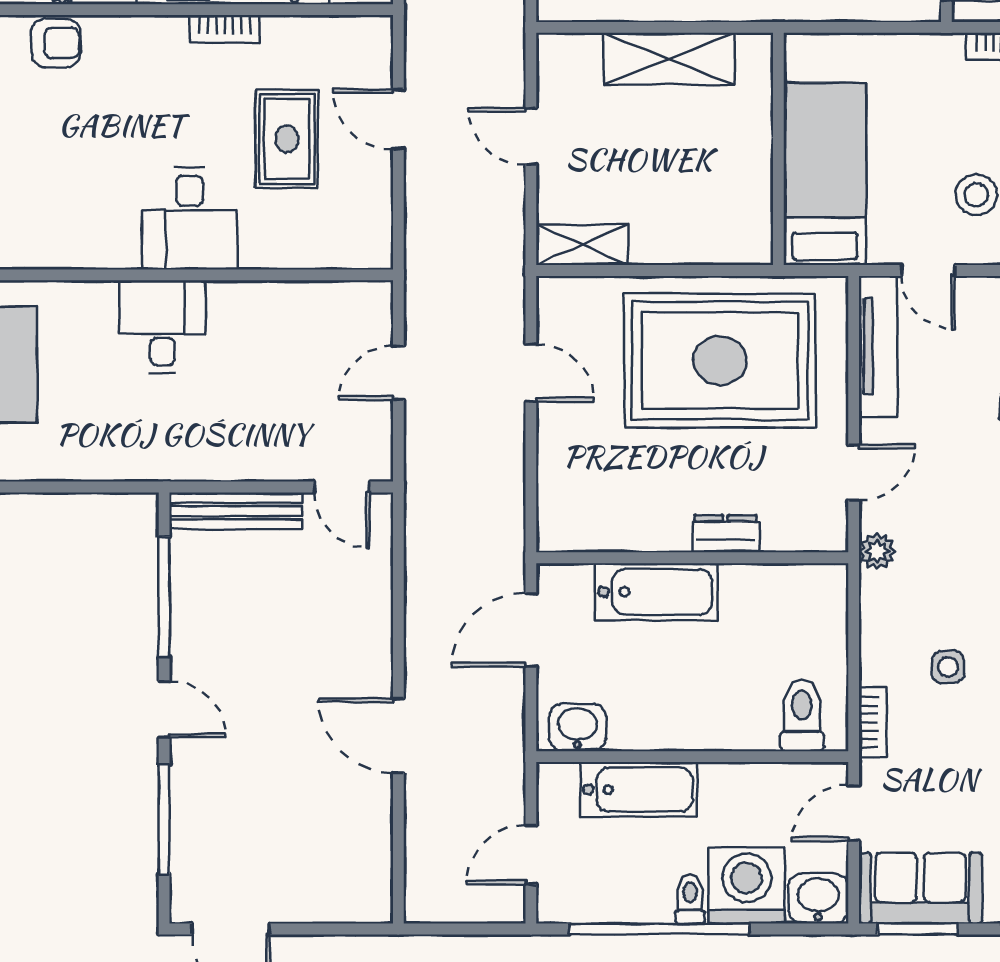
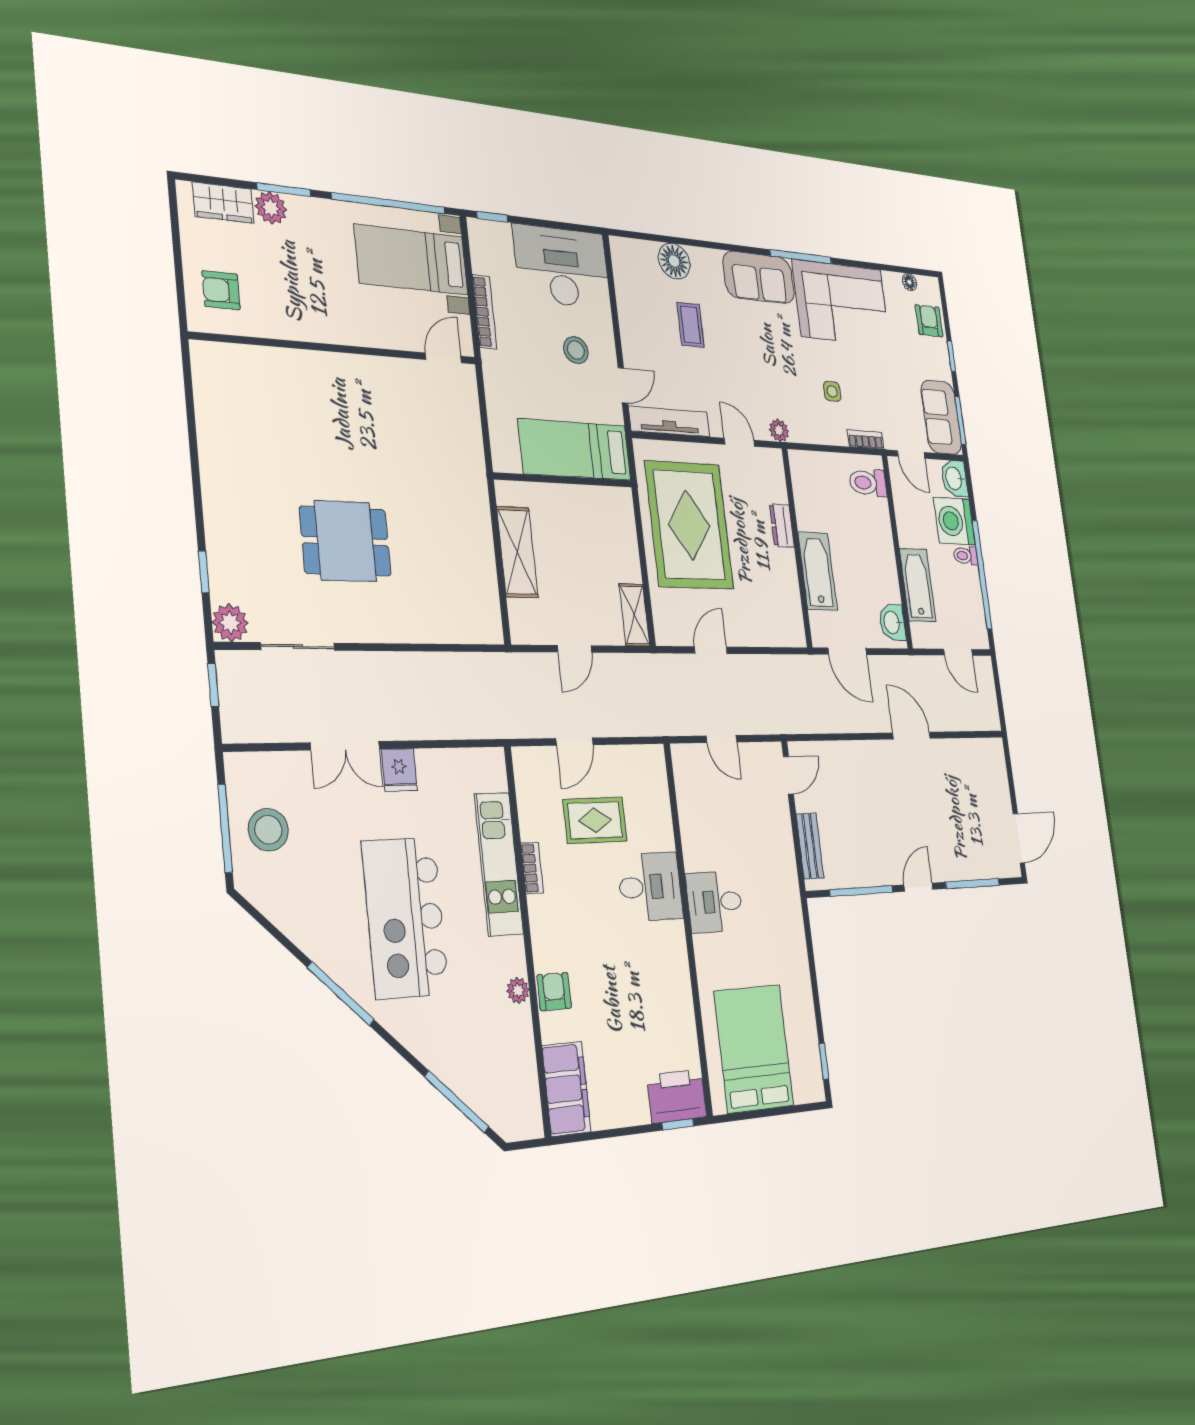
bench: (236, 511) -> (810, 846), width x0.73
door: (398, 735) -> (911, 736), swing flipped

